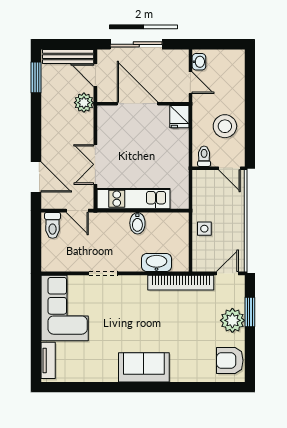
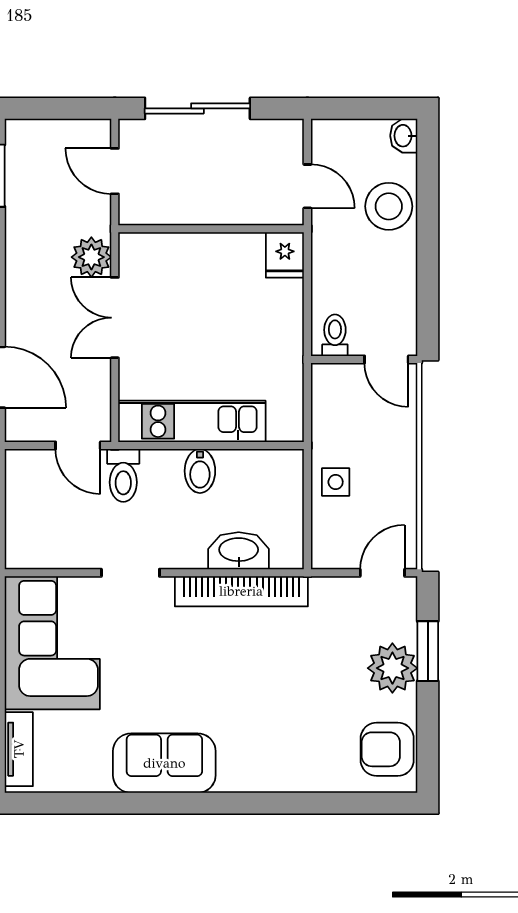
bench: (68, 57) -> (60, 133), removed
washbasin: (199, 62) -> (404, 136), moved, turned 180
plant: (84, 103) -> (91, 257), moved
door: (138, 104) -> (200, 229), removed
stool: (225, 126) -> (389, 206), moved
double door: (95, 164) -> (115, 318), moved
toilet: (53, 225) -> (123, 475), moved
bookcase: (181, 283) -> (241, 591), moved
sofa: (144, 367) -> (164, 763), moved

